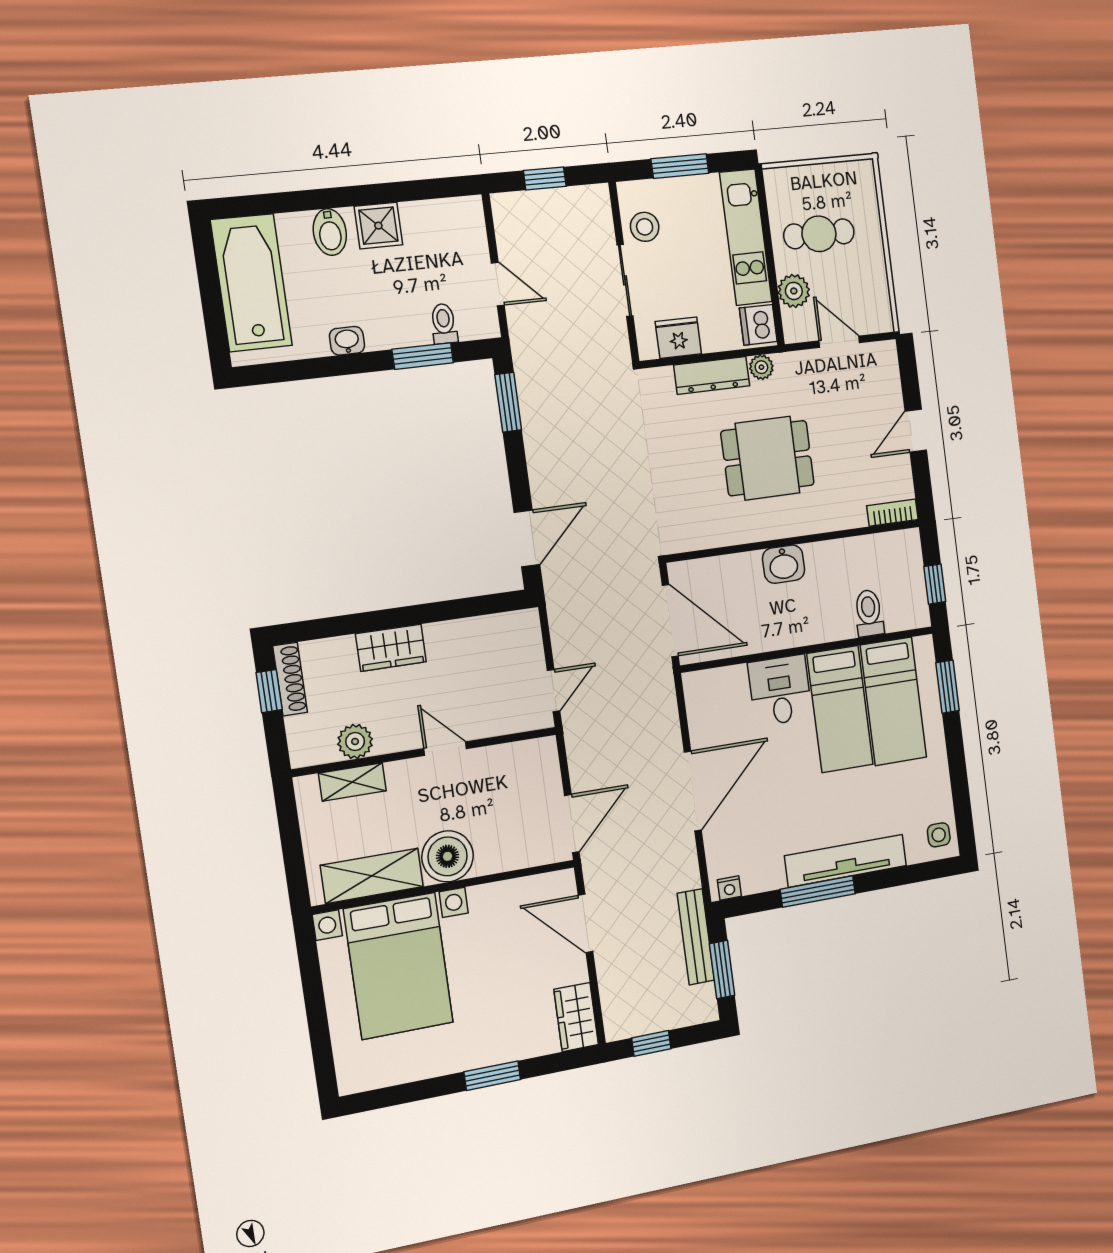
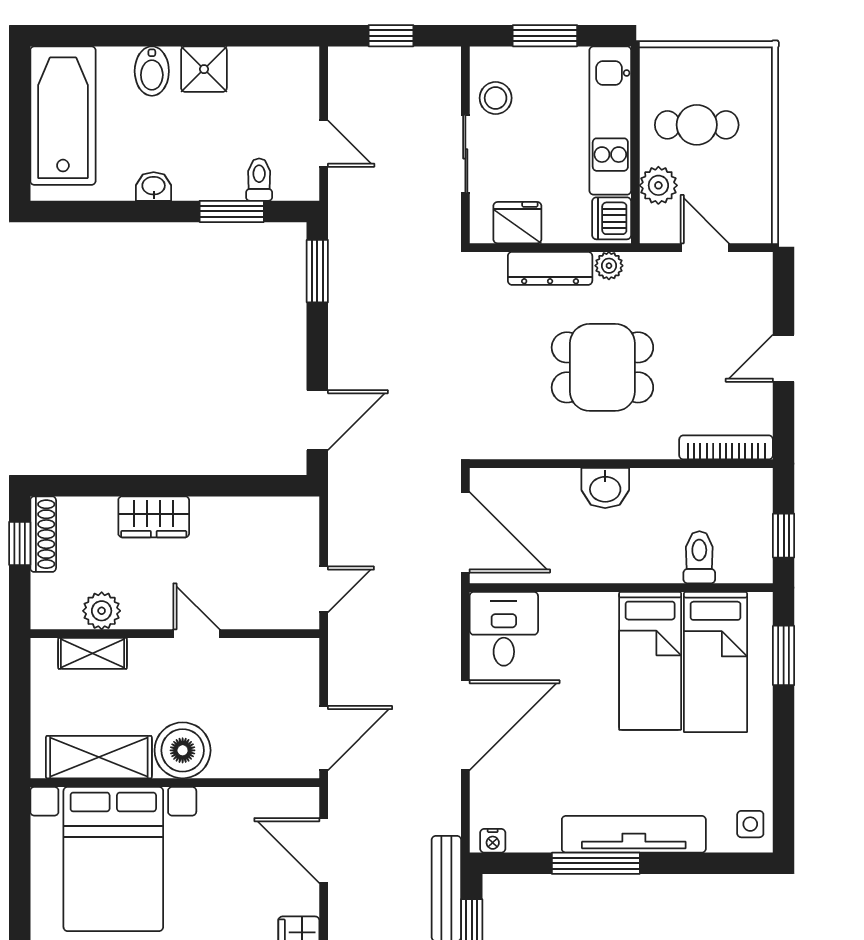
bookcase: (892, 513) -> (726, 447), width x1.56
desk: (780, 690) -> (504, 629), moved

